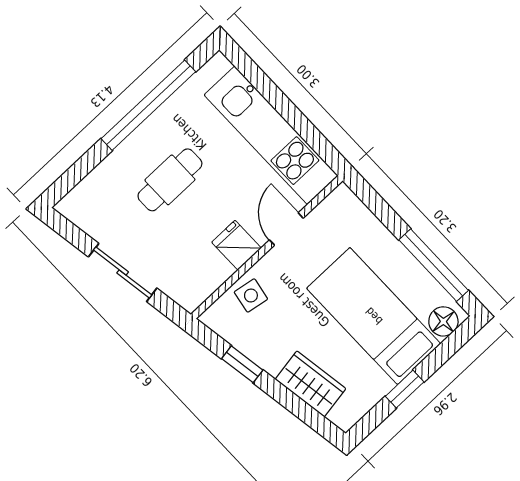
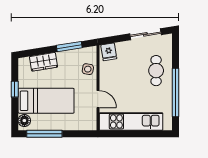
cafe table: (170, 180) -> (156, 71), moved
fridge: (236, 245) -> (109, 52), moved, turned 81
sliding door: (123, 272) -> (145, 34), moved
window: (242, 364) -> (69, 47), width x1.50

